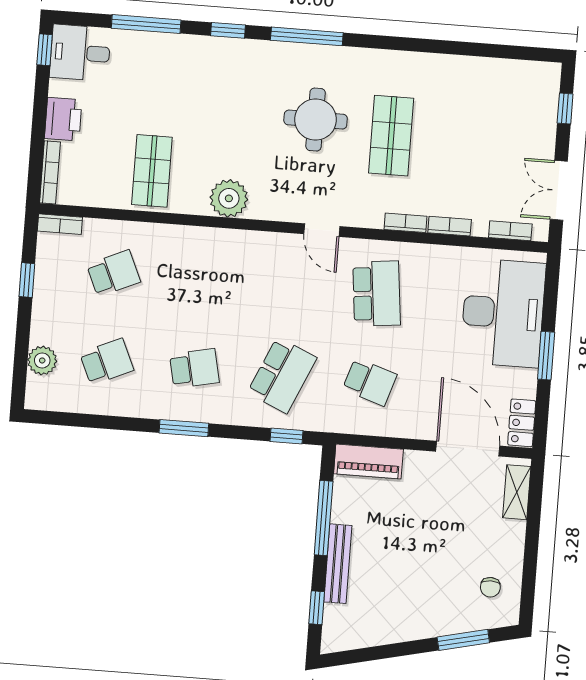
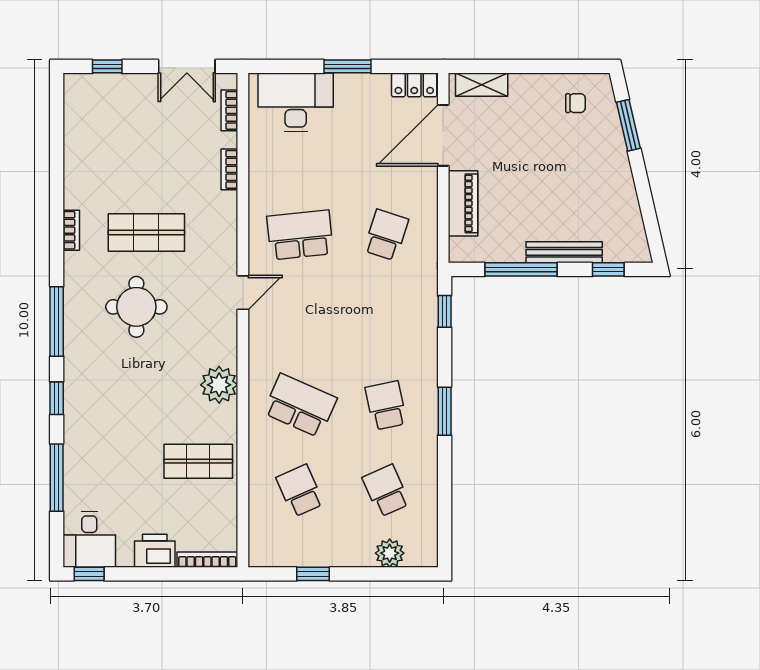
bookcase: (406, 223) -> (71, 230), moved, turned 180
bookcase: (60, 224) -> (257, 546), removed
desk: (503, 313) -> (296, 102), width x0.73, depth x0.77
school desk: (282, 375) -> (300, 405), moved
piano: (368, 462) -> (463, 203), moved

